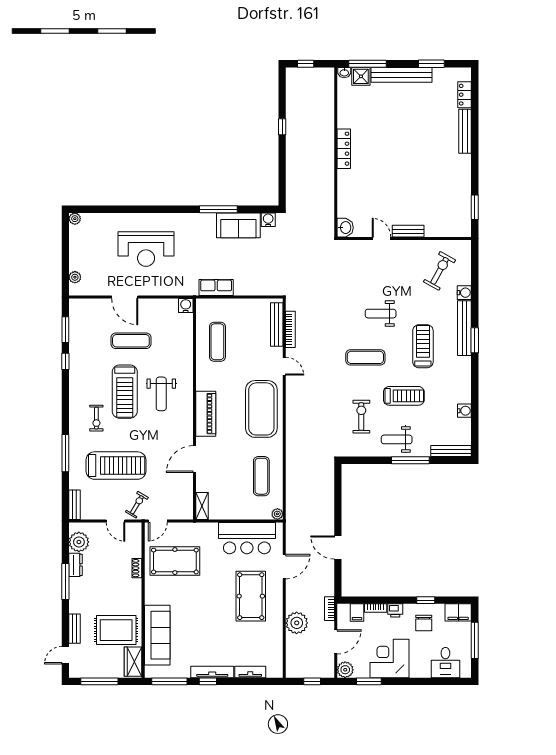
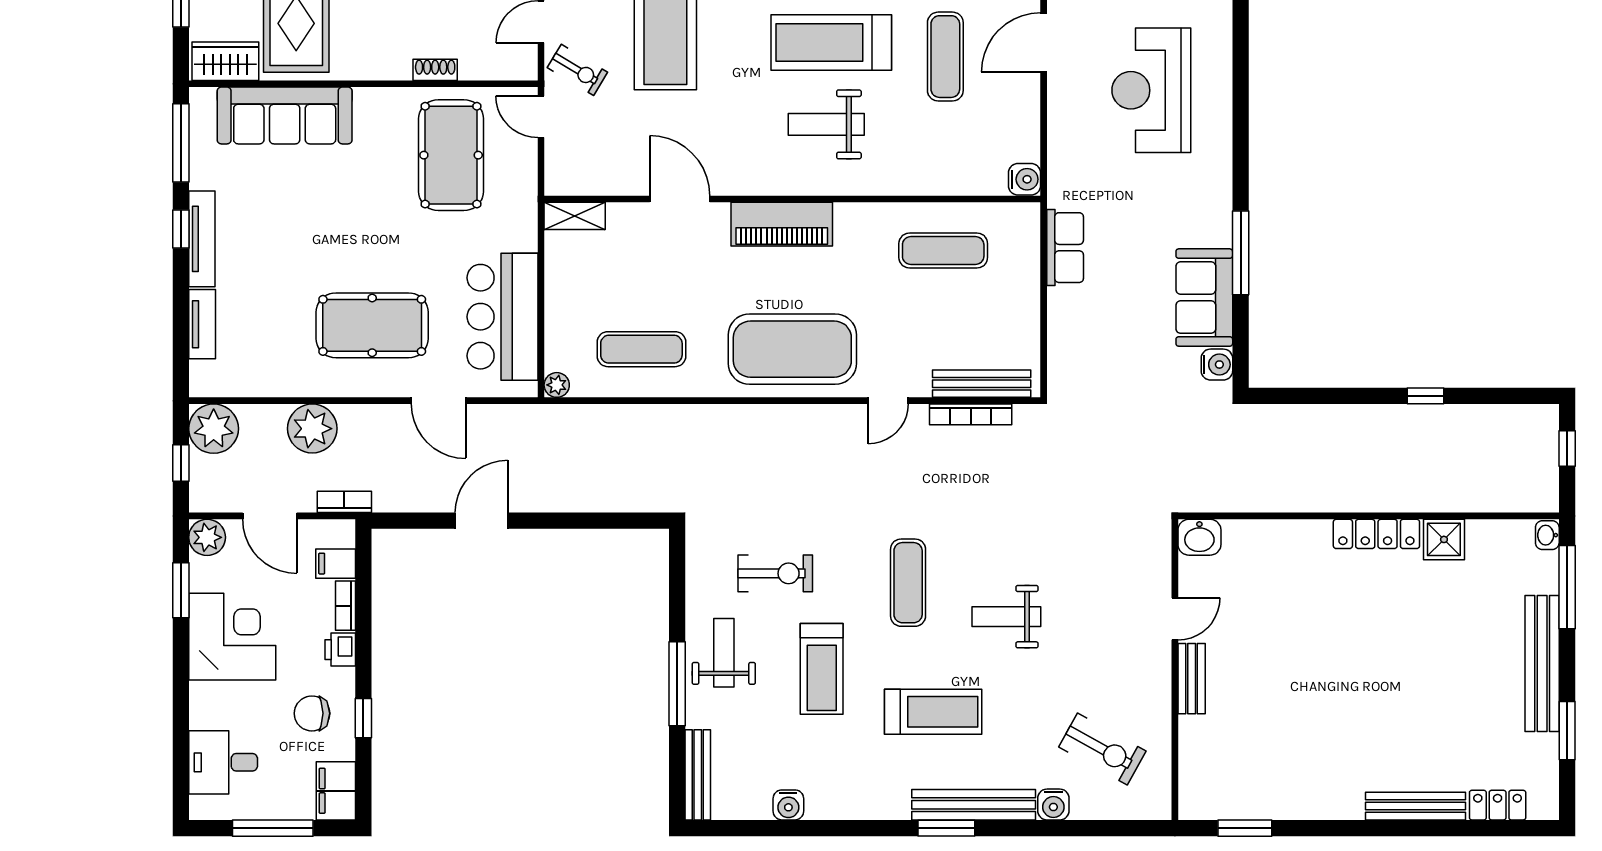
shower: (361, 76) -> (1444, 539), moved
weight bench: (381, 314) -> (1006, 617), turned -90
plant: (297, 667) -> (214, 429), added

